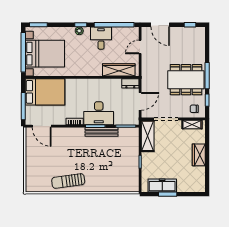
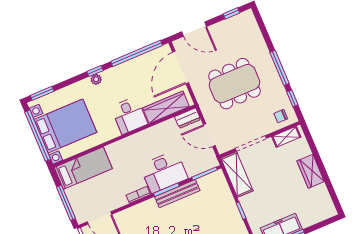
desk: (101, 38) -> (129, 115), moved, turned 180
door: (140, 47) -> (181, 67), width x1.87
dining table: (186, 80) -> (234, 84), moved
bed: (45, 92) -> (83, 168), width x0.67
door: (140, 101) -> (209, 135), swing flipped

